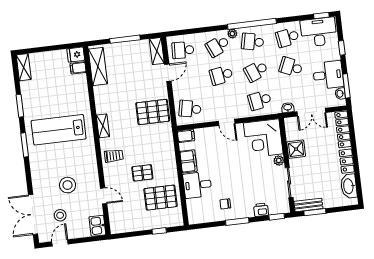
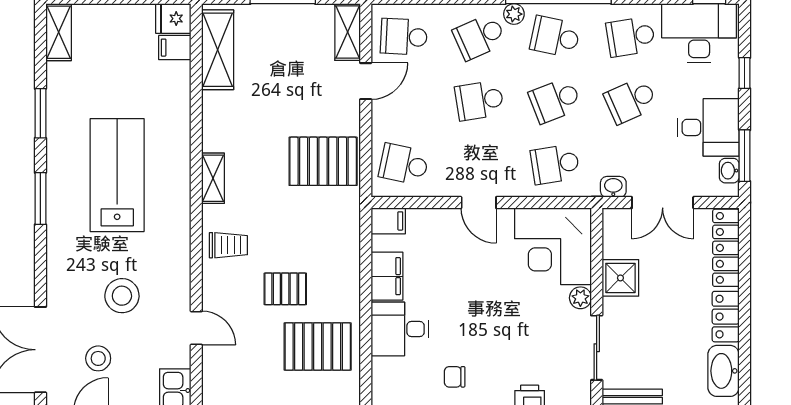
school desk: (291, 67) -> (631, 100), turned -48
lab bench: (59, 130) -> (117, 175), turned 90

